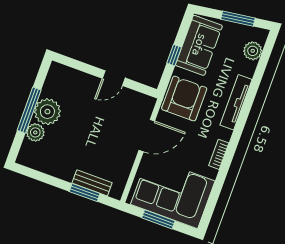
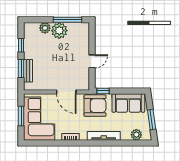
window: (174, 55) -> (103, 91), moved
door: (114, 78) -> (92, 61), swing flipped
window: (29, 110) -> (67, 20), moved
window: (49, 179) -> (21, 45), added

